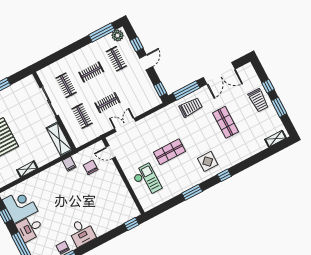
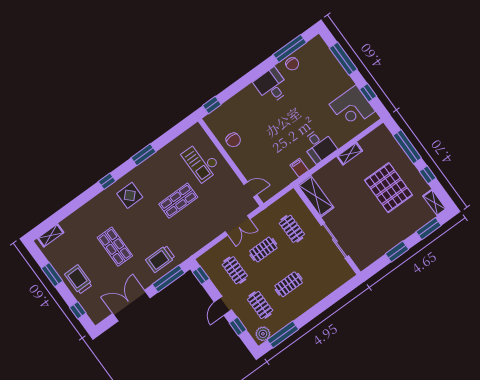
clothes rail: (66, 85) -> (235, 270), moved
window: (268, 86) -> (78, 310), moved
chair: (91, 167) -> (233, 140), moved
desk: (30, 228) -> (319, 146), moved, turned 90

